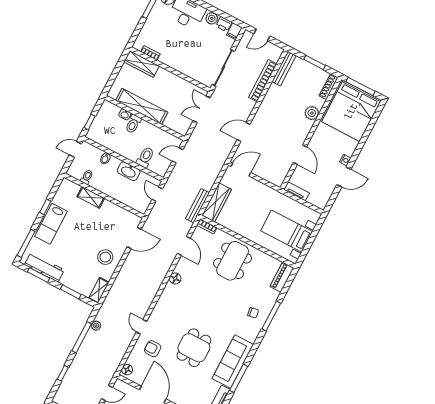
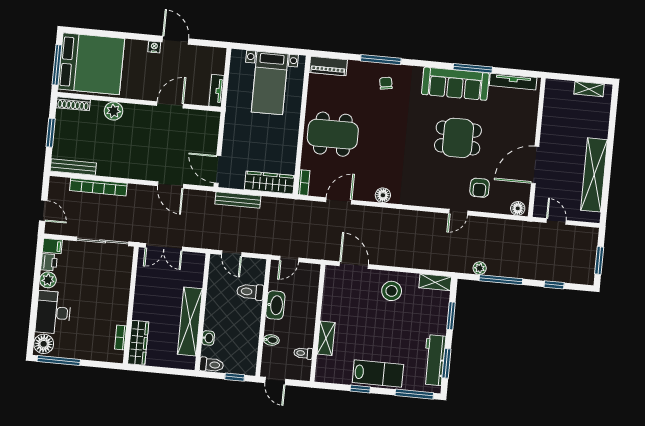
toilet: (133, 124) -> (212, 365), moved
bench: (197, 206) -> (238, 200), moved

